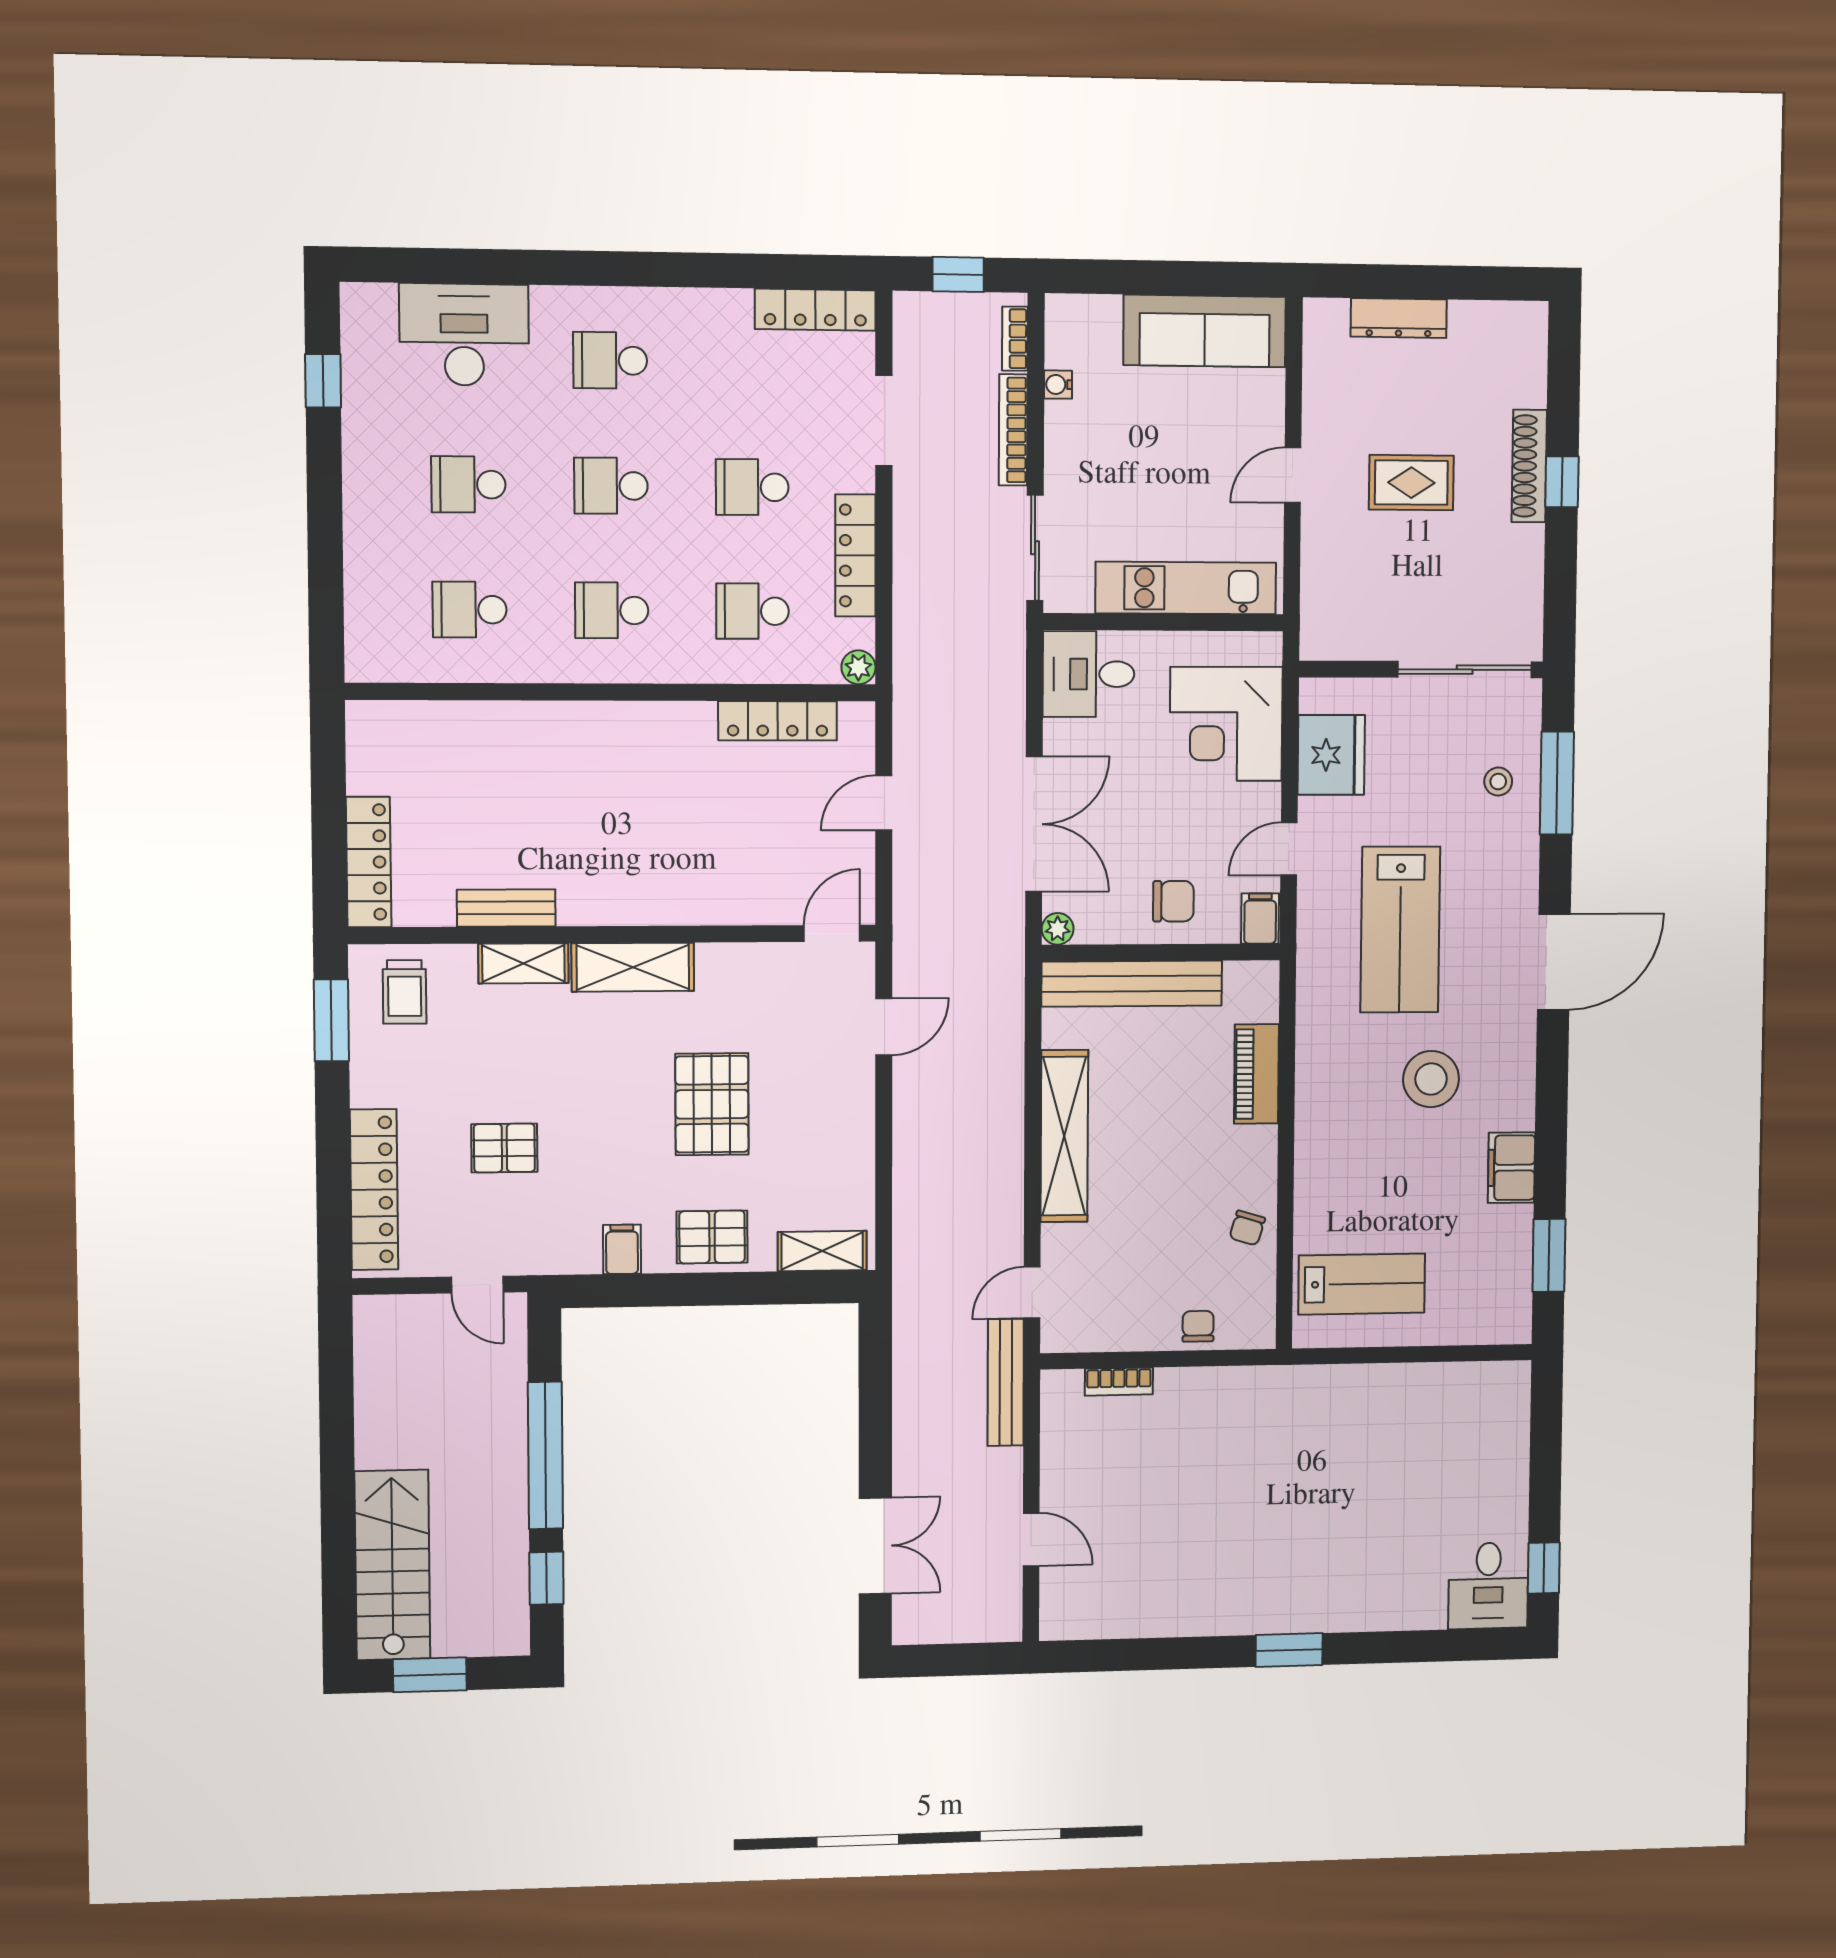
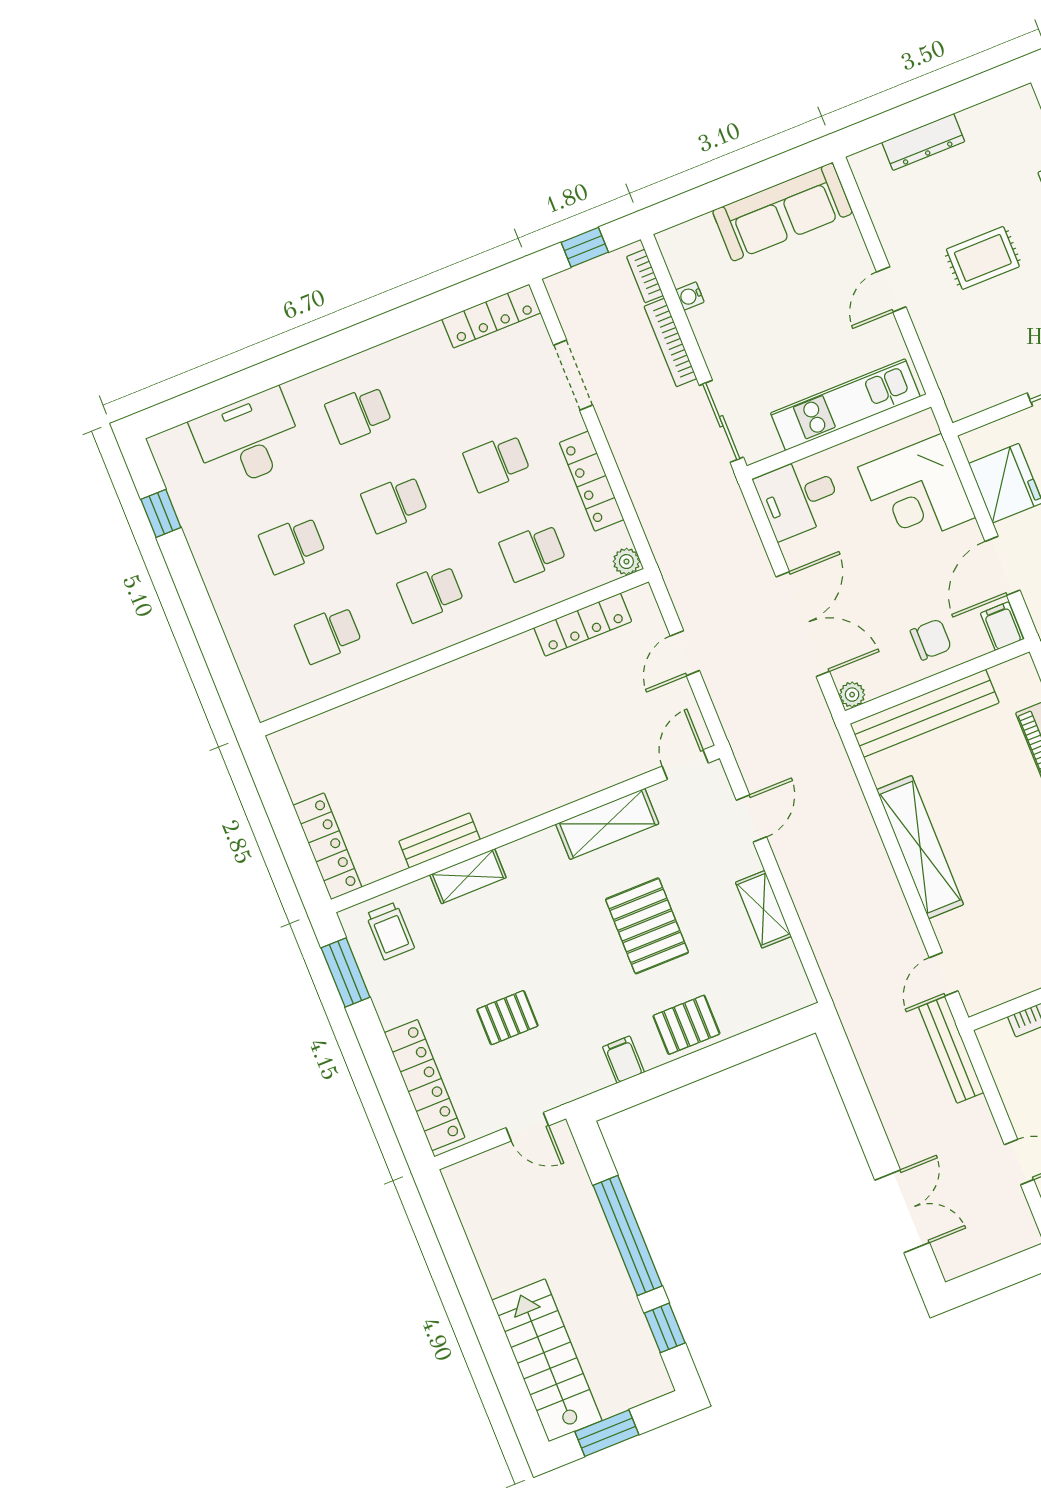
door: (1289, 849) -> (1002, 566), width x1.37
shelving: (633, 967) -> (607, 824), moved
shelving: (822, 1251) -> (763, 909), moved, turned 90

